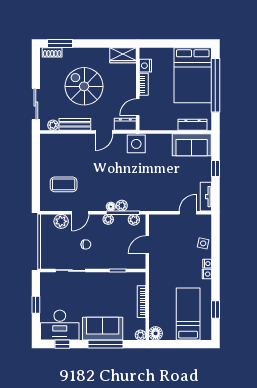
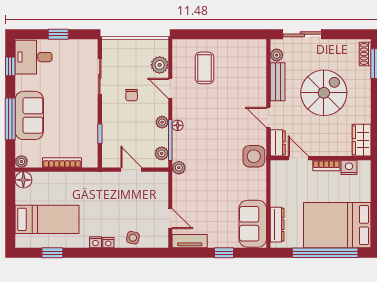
plant: (122, 206) -> (179, 168), moved
desk: (60, 325) -> (34, 57), width x0.73

